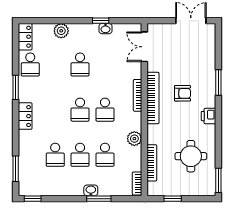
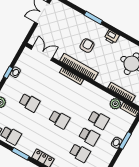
double door: (144, 47) -> (42, 53), swing flipped
school desk: (105, 110) -> (69, 103), removed
plant: (134, 139) -> (115, 104), moved

